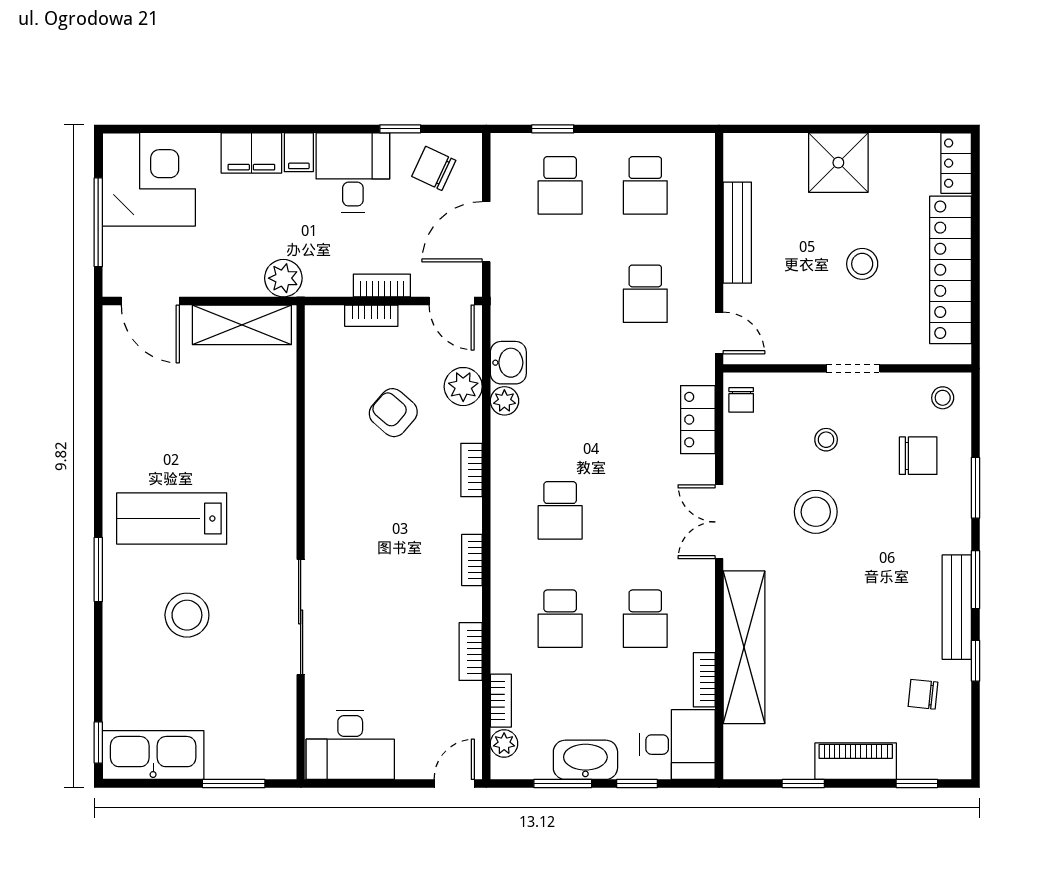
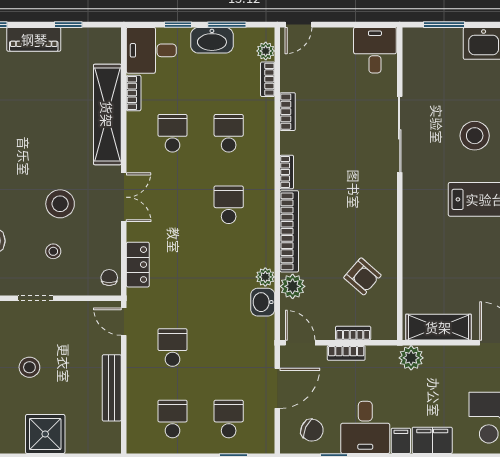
armchair: (393, 413) -> (362, 276), moved
bookcase: (472, 470) -> (289, 231), width x2.31, depth x1.31
desk: (350, 745) -> (375, 50), width x0.73

